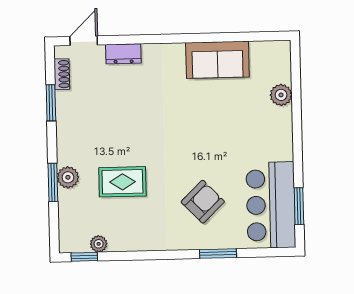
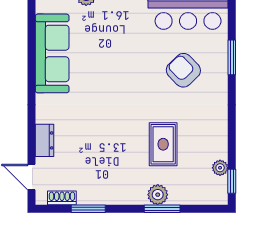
sofa: (217, 60) -> (52, 53), width x1.36

